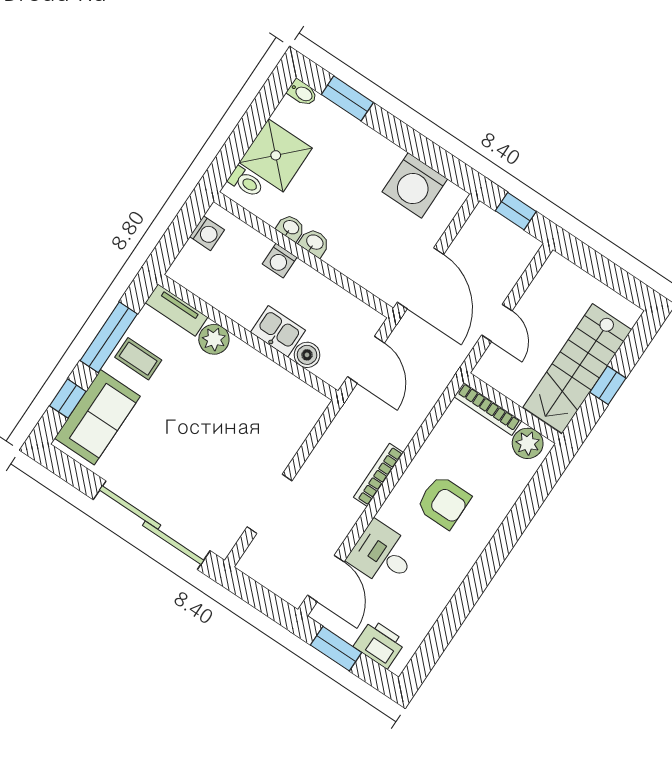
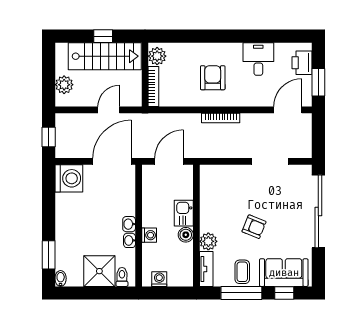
washing machine: (415, 185) -> (69, 178), moved
plant: (576, 283) -> (64, 85), added
boiler: (307, 355) -> (186, 235), moved
armchair: (191, 419) -> (254, 227), added
desk: (382, 555) -> (258, 59), moved, turned 180

